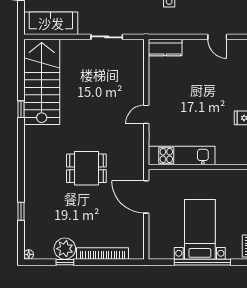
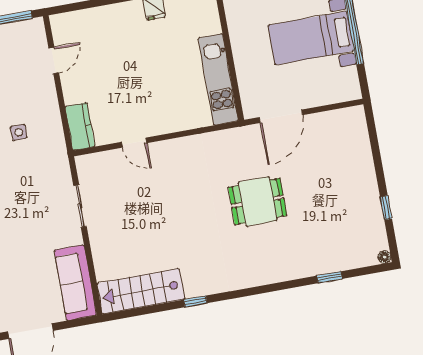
stairs: (42, 82) -> (141, 291), width x0.73, depth x0.66
door: (146, 114) -> (134, 143), moved
dining table: (86, 168) -> (258, 201), turned 90
plant: (65, 249) -> (368, 211), removed
bookcase: (102, 253) -> (366, 160), removed

